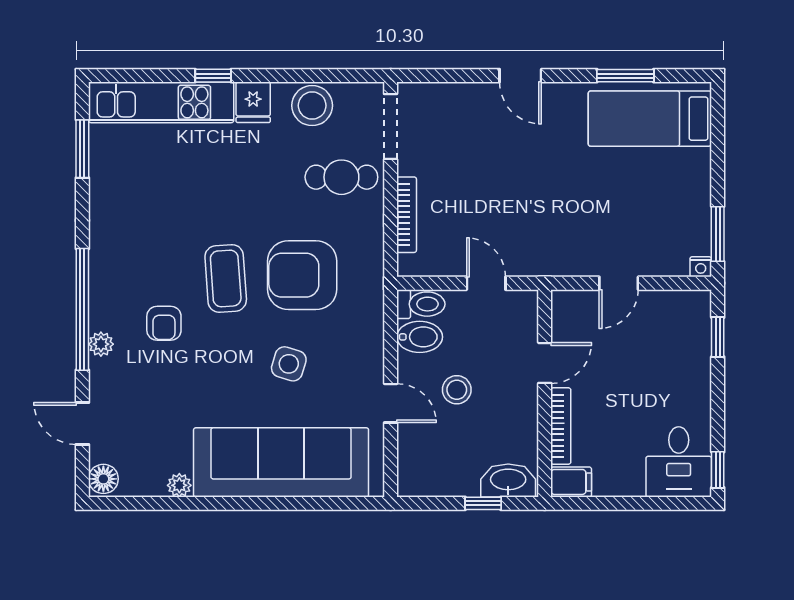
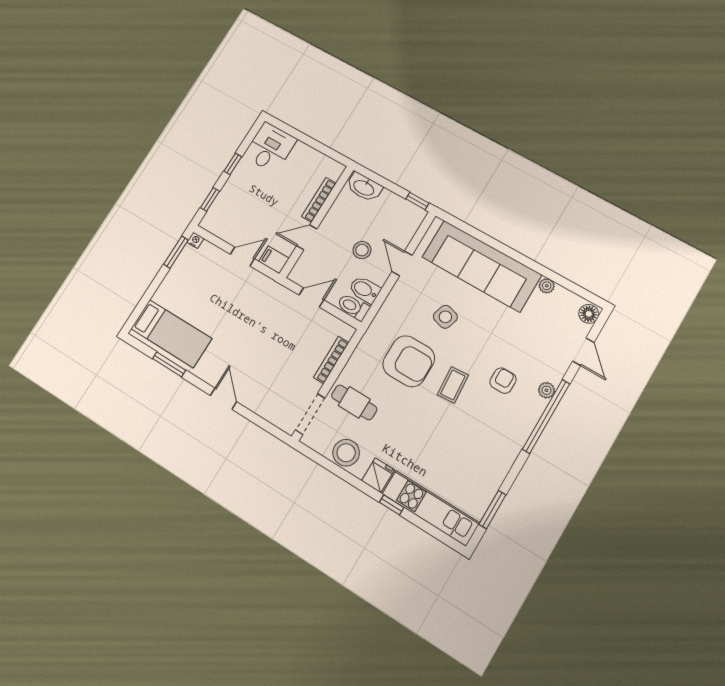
coffee table: (226, 278) -> (453, 385), width x0.73, depth x0.77
door: (486, 283) -> (311, 297), swing flipped
window: (718, 470) -> (233, 164), moved
filing cabinet: (571, 482) -> (274, 260), moved
window: (483, 503) -> (417, 201), moved

